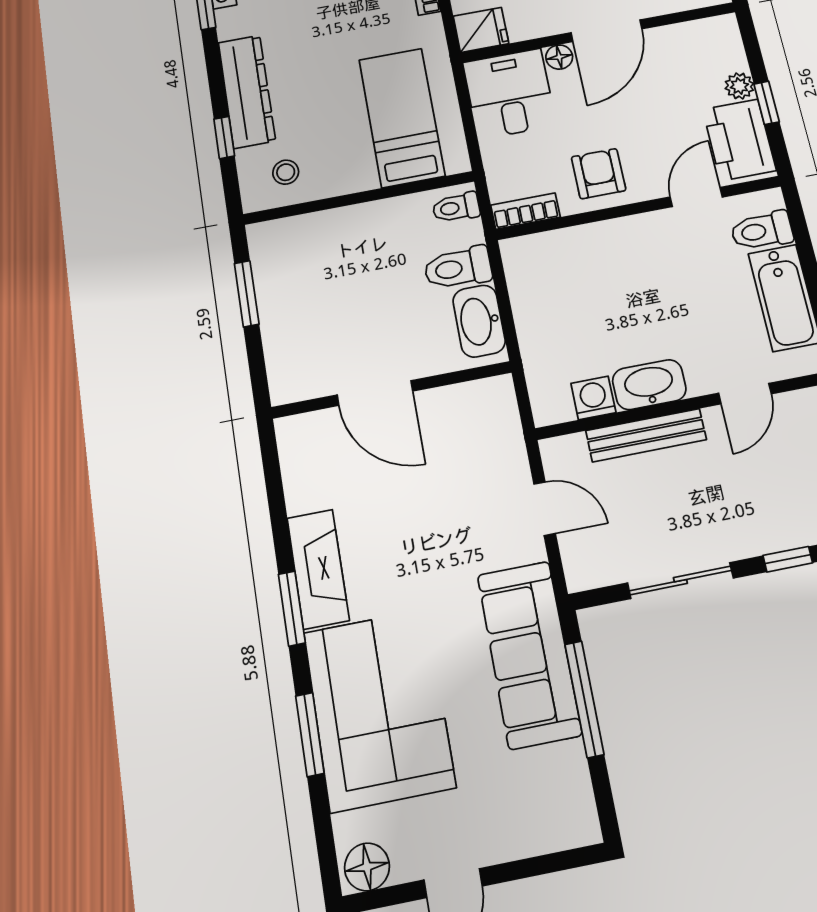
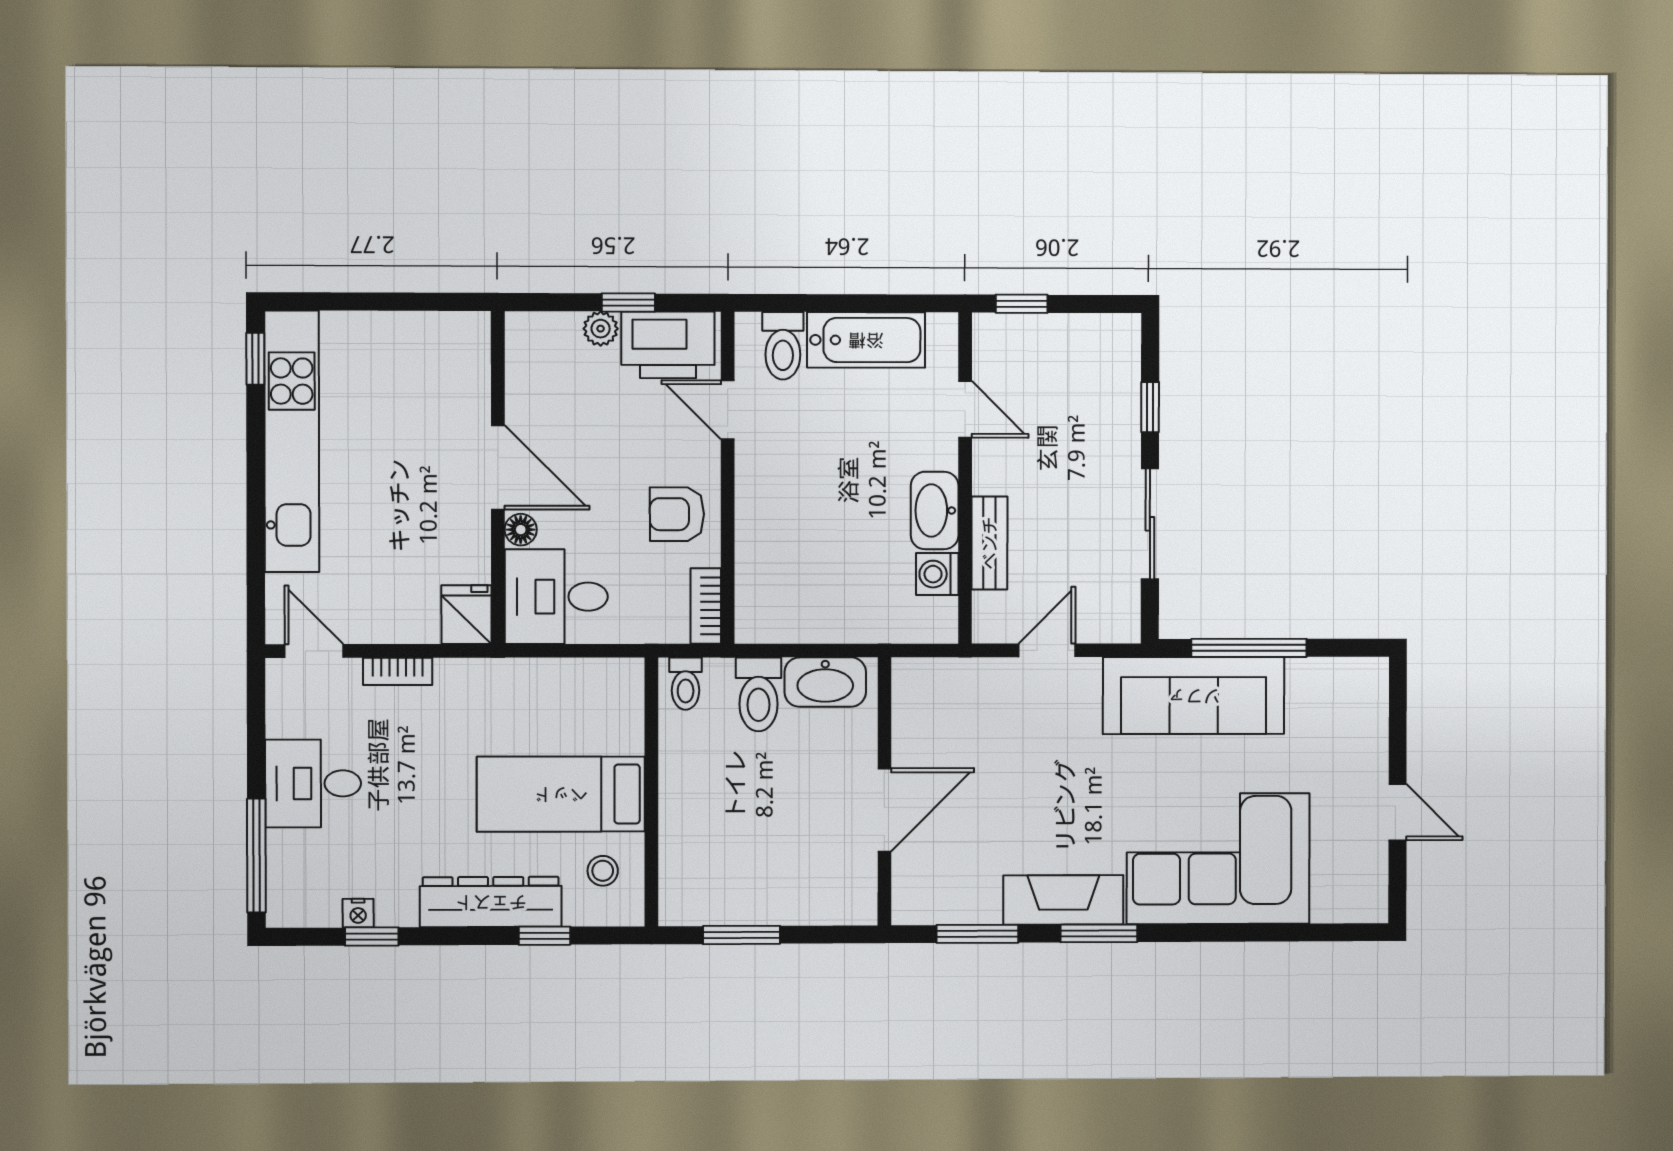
bed: (402, 117) -> (561, 794), moved
bench: (646, 435) -> (990, 543), width x0.73
window: (310, 734) -> (977, 934), moved
floor lamp: (367, 867) -> (1366, 894), removed

